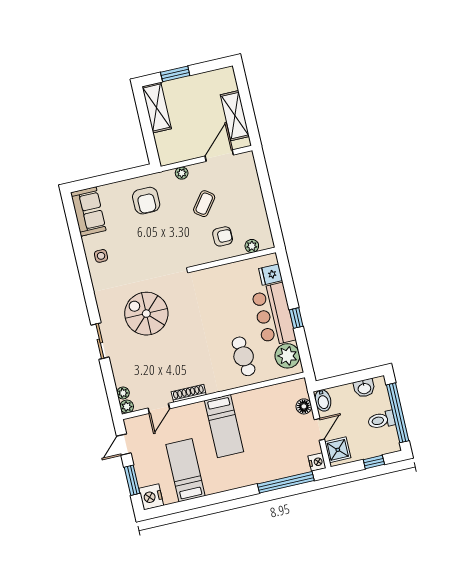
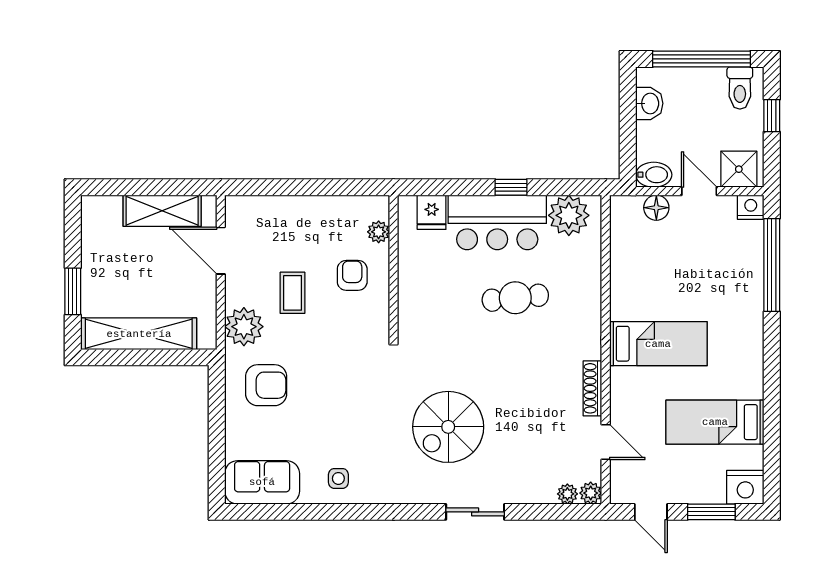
shelving: (157, 108) -> (139, 334), width x1.47
plant: (182, 173) -> (244, 327), width x1.88, depth x1.88
coffee table: (204, 204) -> (293, 293), turned 53
cafe table: (244, 356) -> (515, 298), moved
toilet: (381, 420) -> (740, 88), moved

